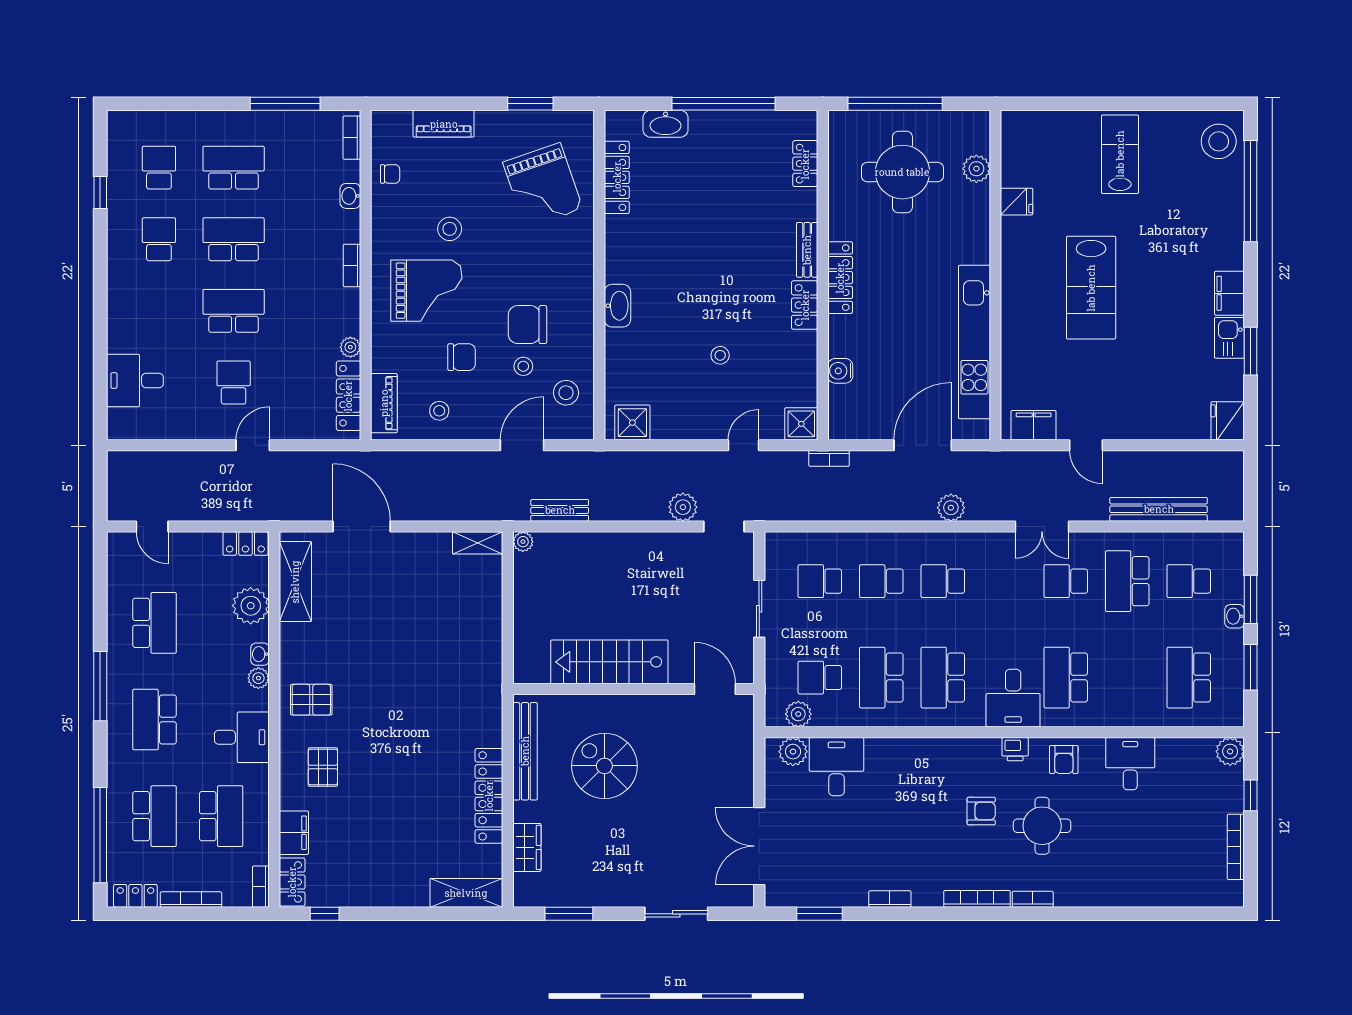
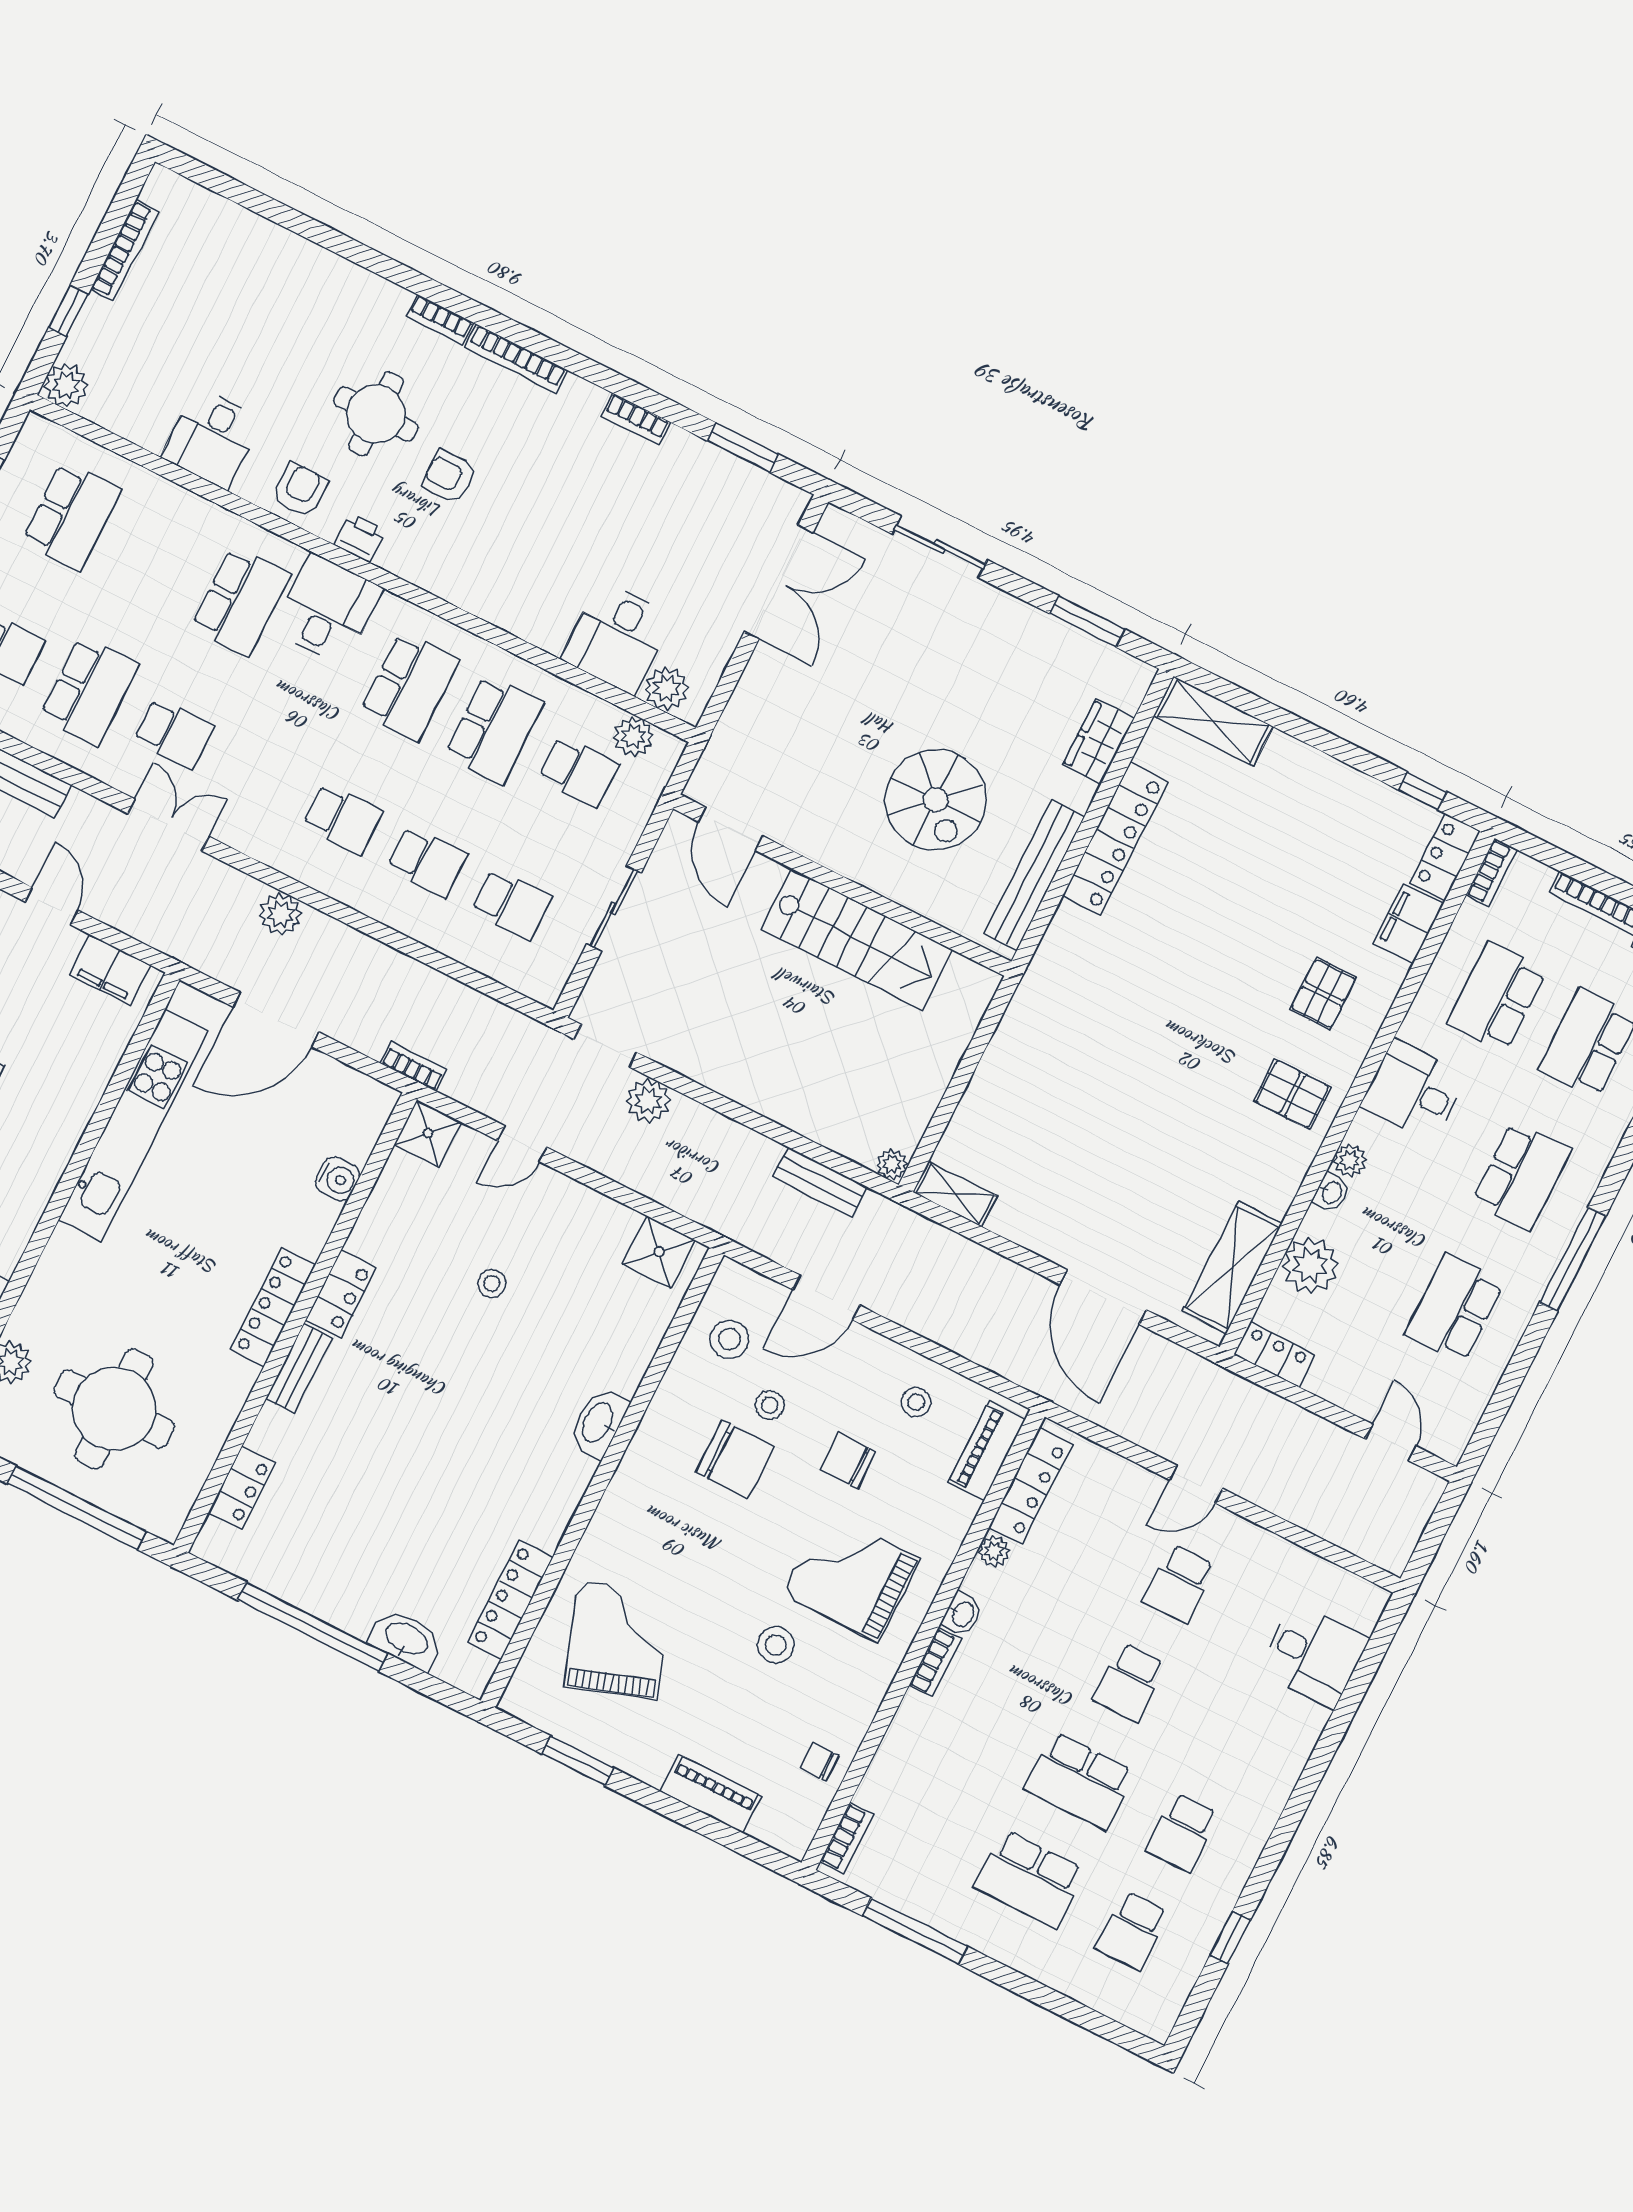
washbasin: (350, 196) -> (962, 1614), moved
school desk: (234, 311) -> (1129, 1682), width x0.54

